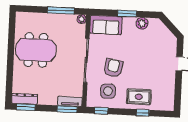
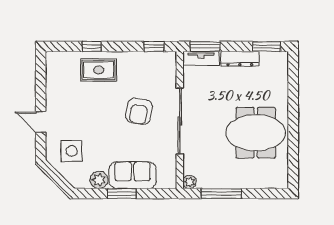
sofa: (106, 25) -> (133, 175), moved
side table: (108, 91) -> (72, 151), moved
dresser: (25, 99) -> (240, 59), moved

